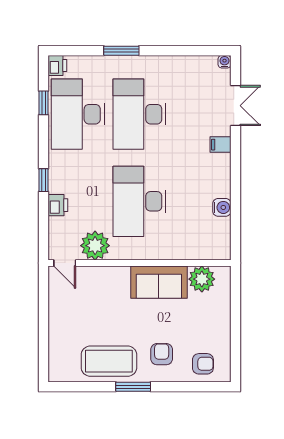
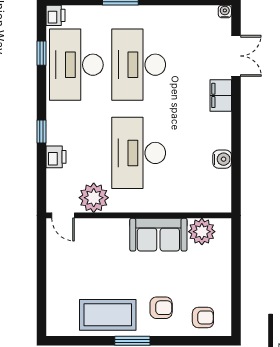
filing cabinet: (220, 145) -> (221, 95), width x2.00
armchair: (162, 354) -> (161, 308), turned 90

